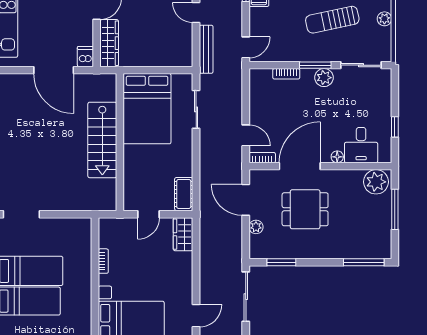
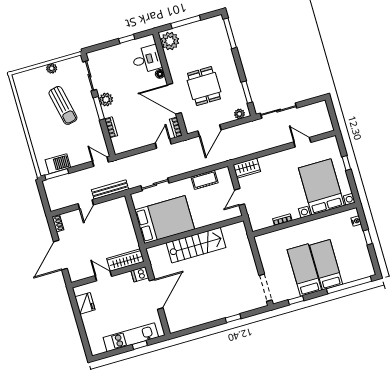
cot: (184, 194) -> (205, 180), moved
door: (149, 214) -> (240, 197), swing flipped
plant: (256, 227) -> (239, 114), moved

